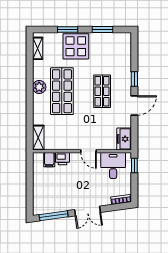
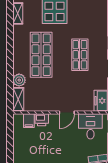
plant: (39, 87) -> (19, 80), moved
door: (88, 151) -> (67, 113), hinge flipped

